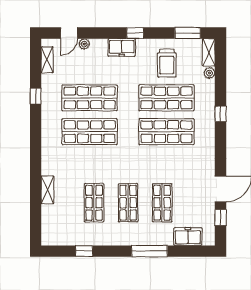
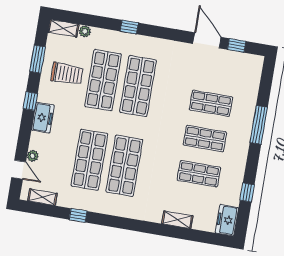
window: (188, 33) -> (38, 59), moved
freezer: (188, 236) -> (227, 220), moved

